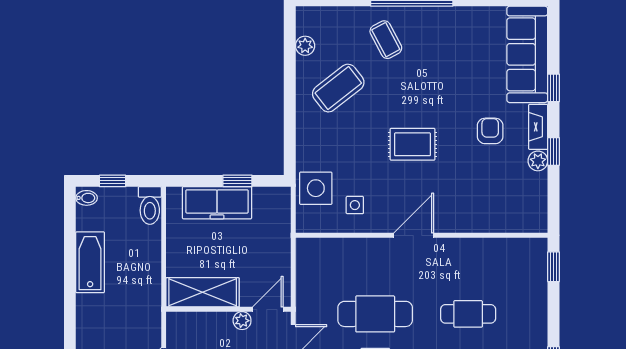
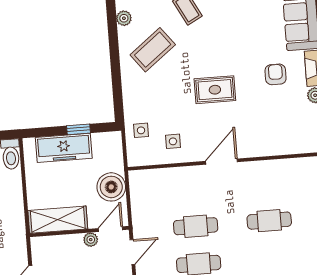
side table: (316, 188) -> (141, 130), width x0.54, depth x0.54
boiler: (273, 256) -> (111, 187), added
cafe table: (375, 314) -> (196, 226), width x0.73, depth x0.74

